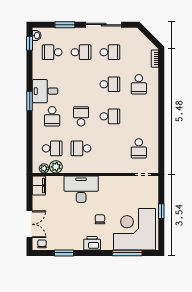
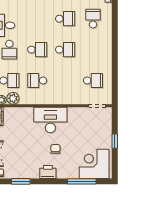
school desk: (139, 84) -> (93, 19), turned 180
school desk: (81, 116) -> (37, 50), turned 90
school desk: (139, 148) -> (93, 81), turned -90
desk: (81, 189) -> (50, 120), moved
corner desk: (135, 229) -> (94, 164), width x0.74, depth x0.74

